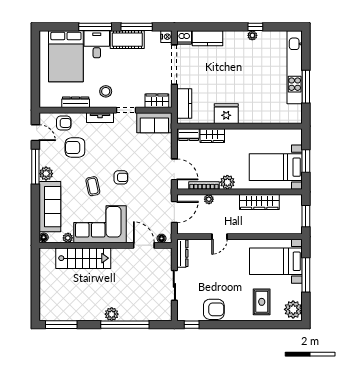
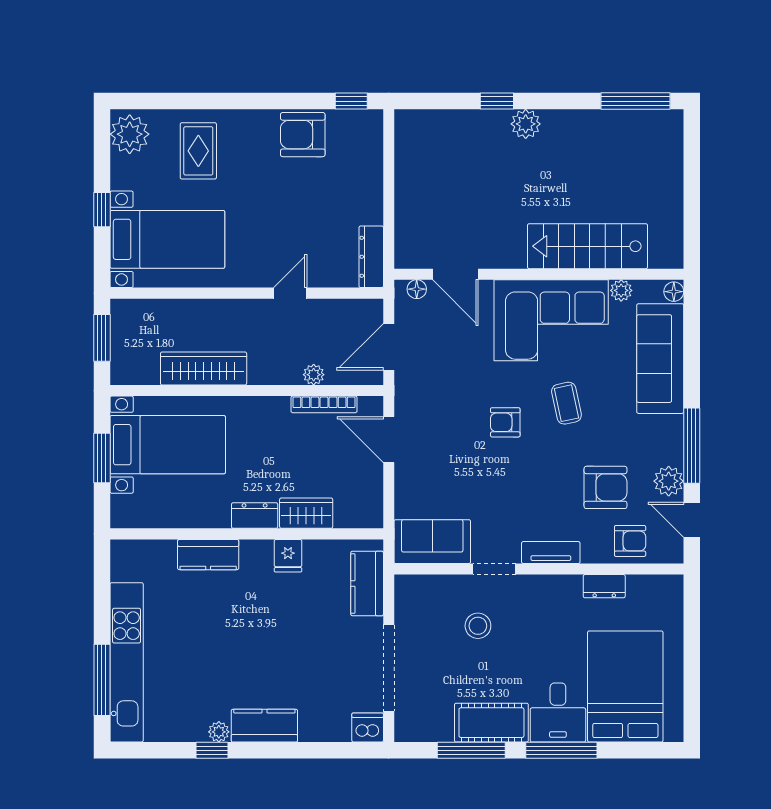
nightstand: (166, 37) -> (406, 729), removed
kitchen counter: (207, 38) -> (264, 726), moved
window: (306, 87) -> (102, 680), moved
stool: (106, 91) -> (478, 626), moved
wardrobe: (157, 101) -> (427, 589), removed
dresser: (76, 102) -> (604, 586), width x0.70
fridge: (226, 114) -> (288, 556), width x0.53, depth x0.75
kitchen counter: (257, 117) -> (208, 555), added
armchair: (64, 123) -> (630, 541), turned 180
dresser: (189, 135) -> (255, 516), moved
plant: (46, 174) -> (669, 481), moved
plant: (227, 182) -> (273, 412), removed
window: (306, 275) -> (102, 210), width x0.46
sliding door: (174, 285) -> (389, 187), removed
window: (125, 325) -> (497, 101), width x0.32

